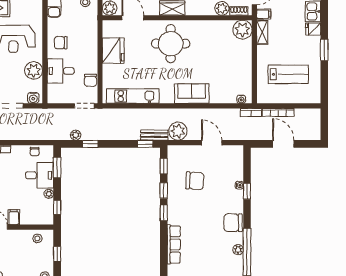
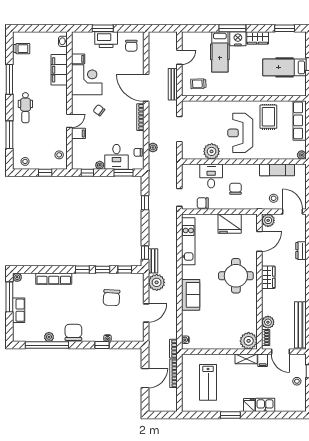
chair: (61, 43) -> (235, 189), moved
water cooler: (33, 98) -> (187, 151), removed
plant: (76, 135) -> (153, 147), moved

